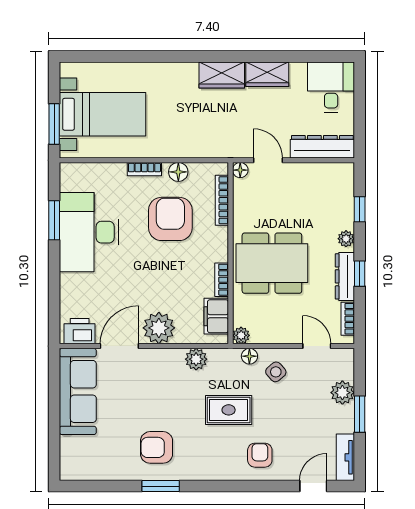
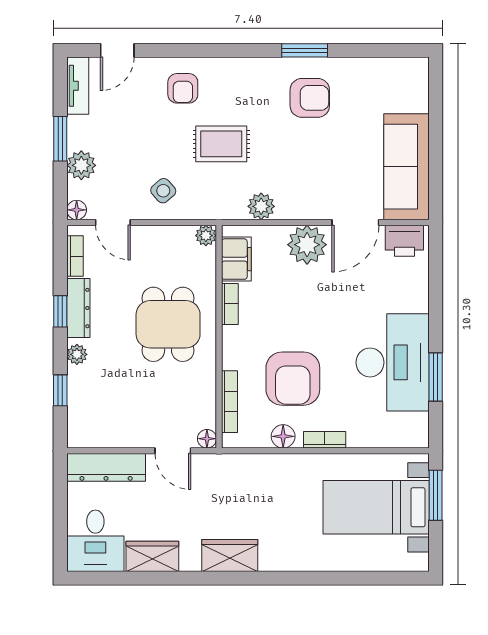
wardrobe: (267, 74) -> (152, 556), moved
dining table: (272, 263) -> (168, 324), width x0.73
floor lamp: (249, 356) -> (77, 210), moved

